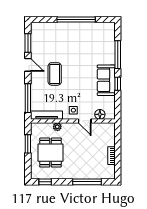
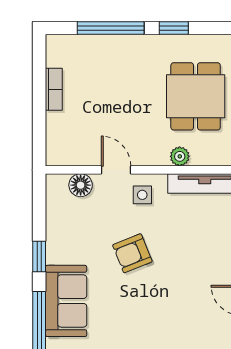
coffee table: (55, 74) -> (186, 279), removed
sofa: (106, 80) -> (66, 301), moved
armchair: (78, 85) -> (132, 253), added
window: (45, 182) -> (174, 28), moved

